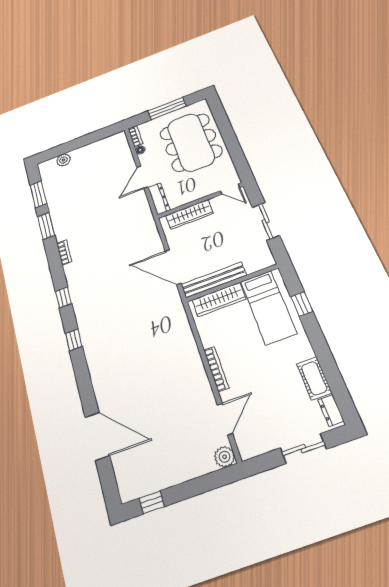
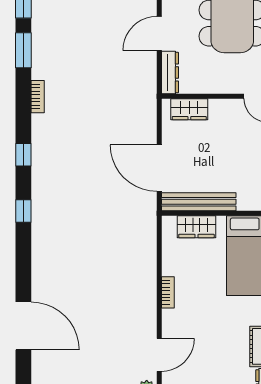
wardrobe: (189, 214) -> (189, 109), width x0.67
wardrobe: (219, 299) -> (196, 227), width x0.67
bookcase: (216, 369) -> (168, 292), width x0.64

